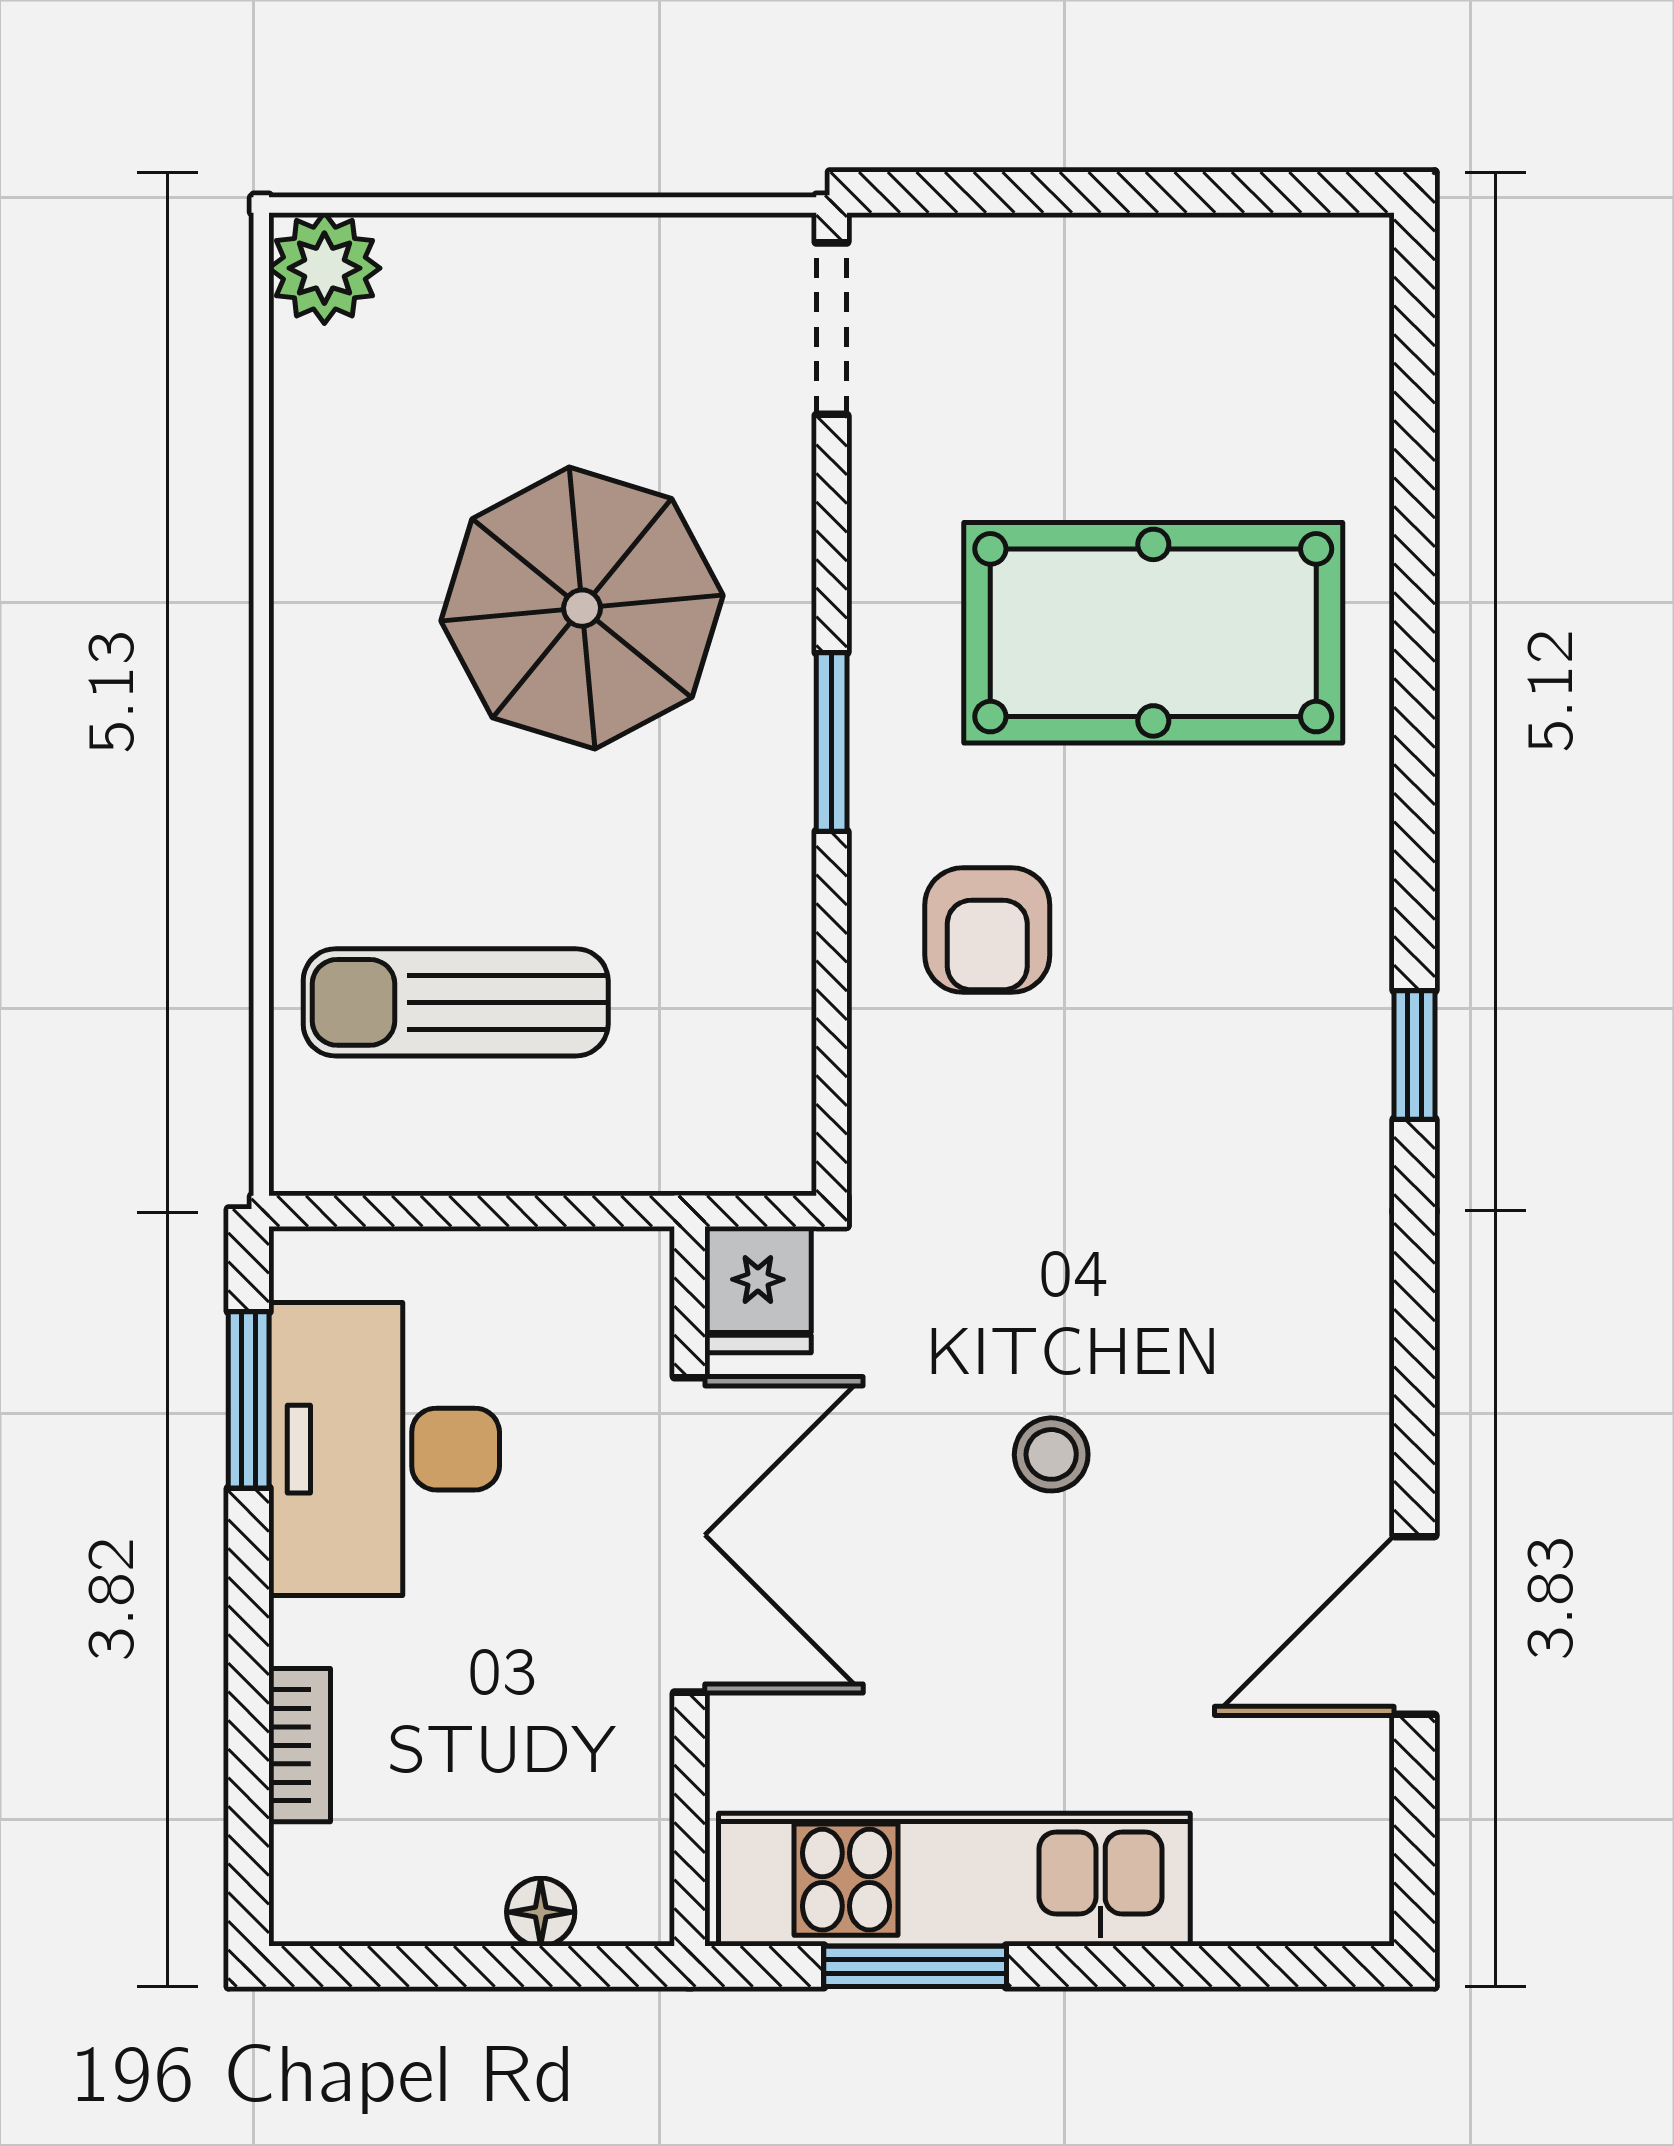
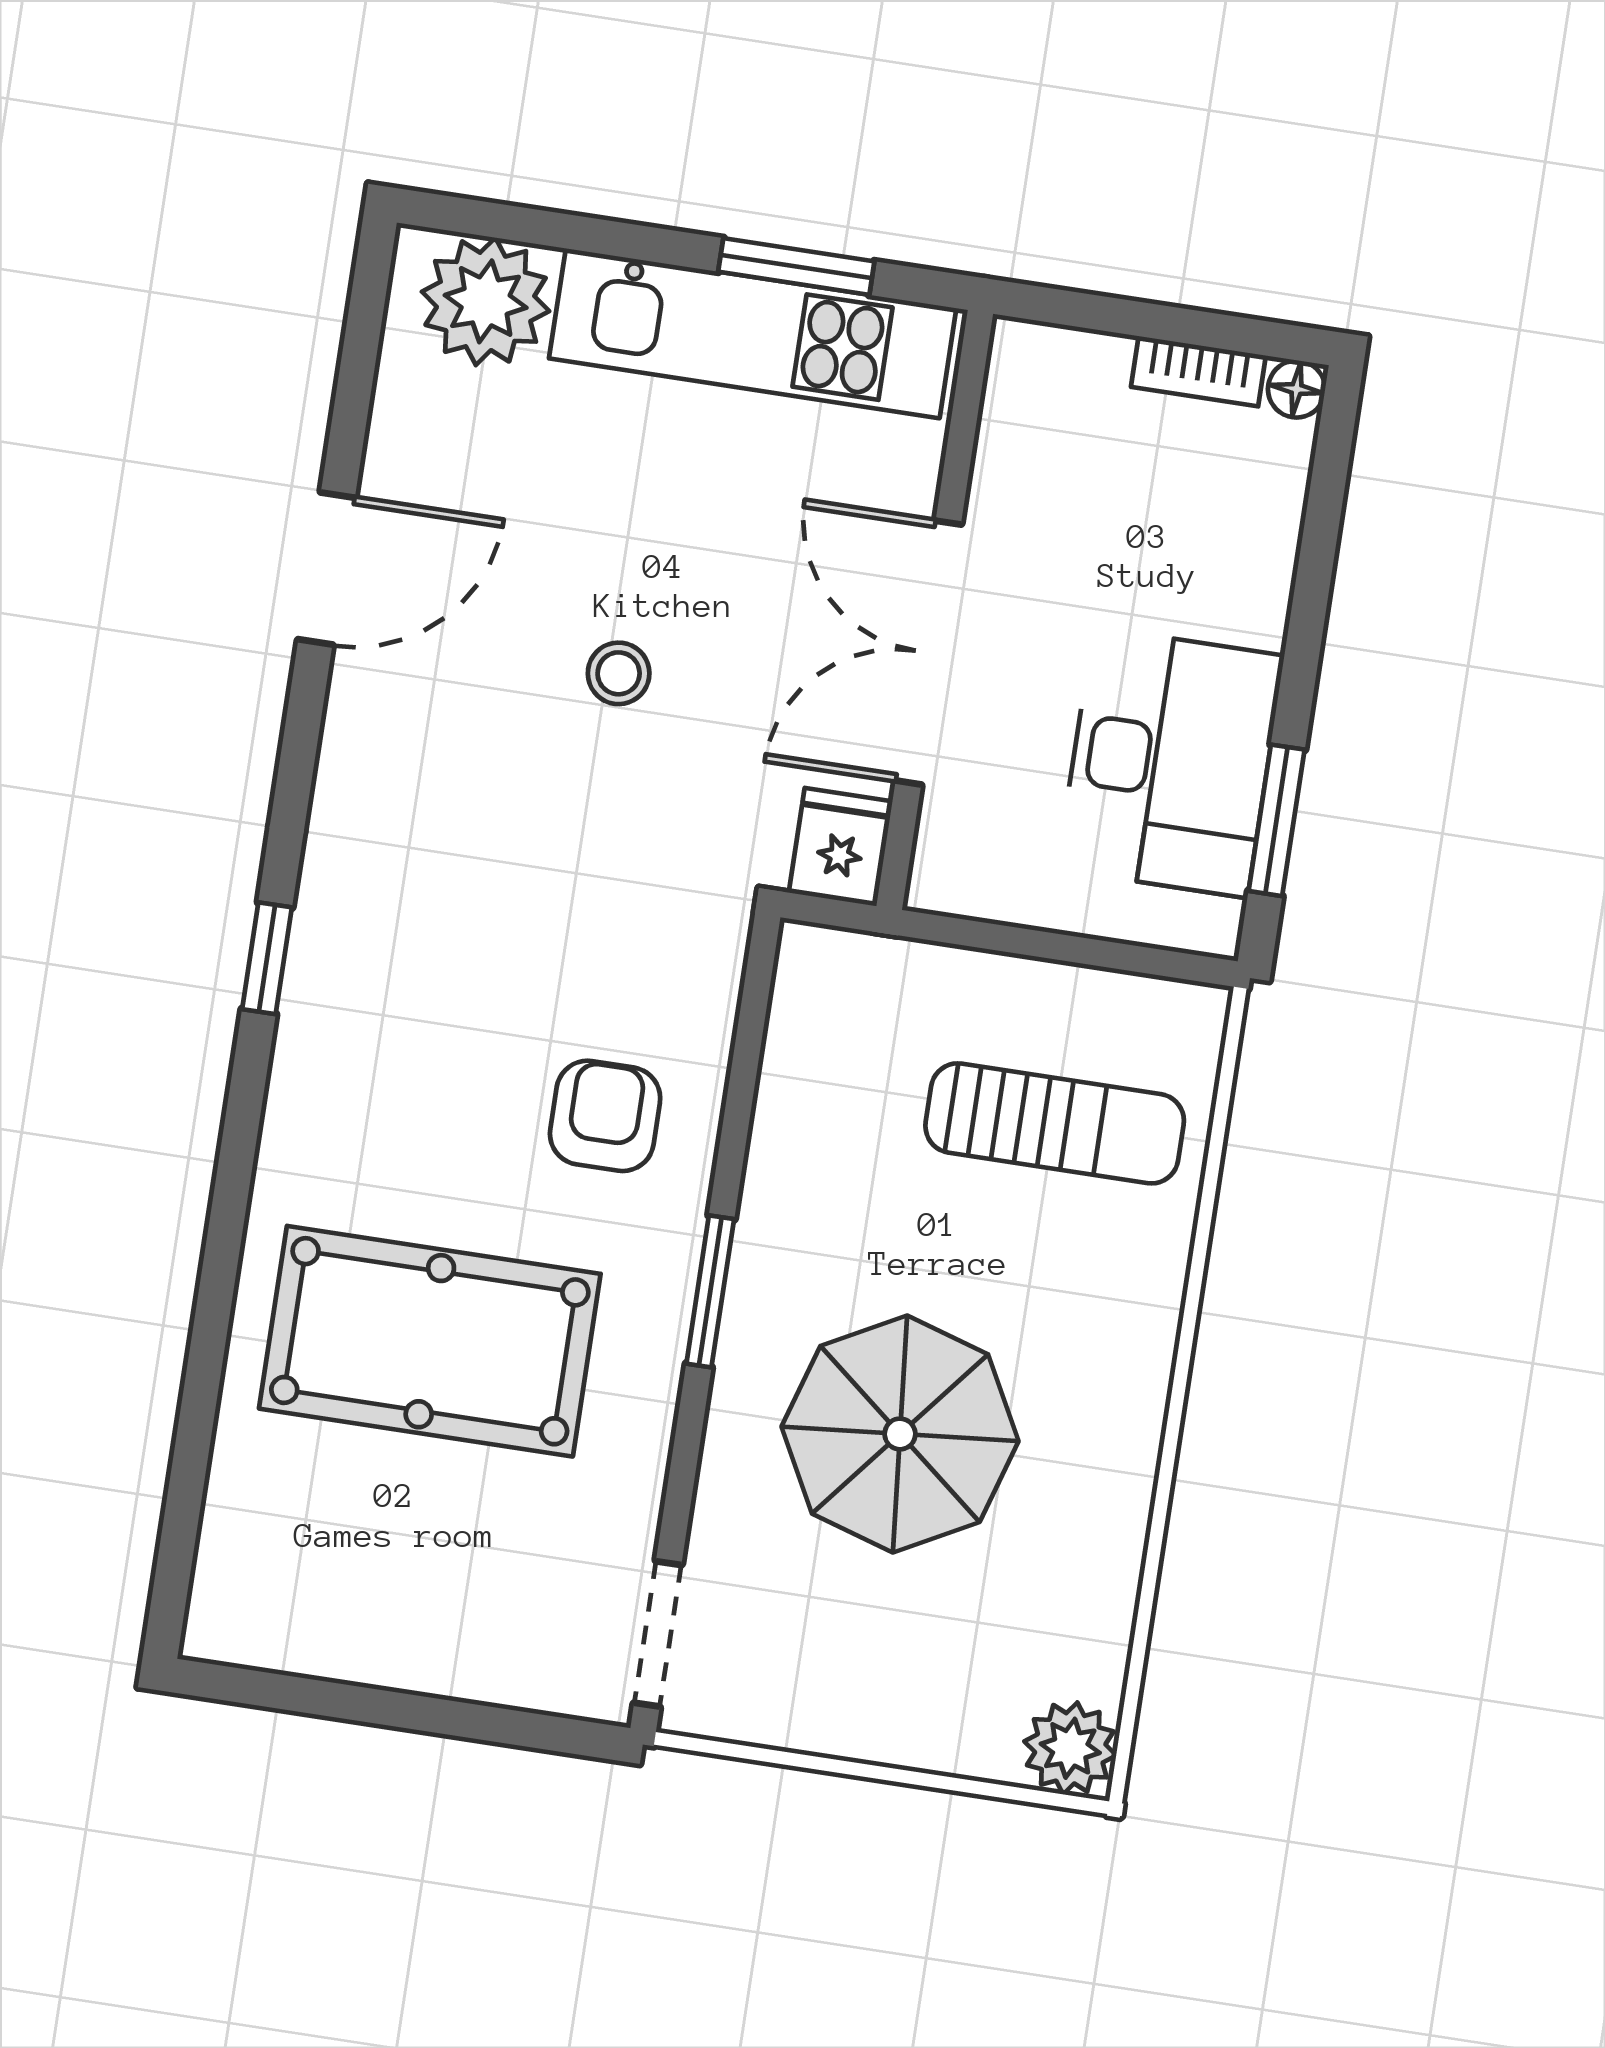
door: (1414, 1625) -> (327, 569), moved
bookcase: (300, 1745) -> (1198, 371), moved, turned -90
plant: (1275, 1869) -> (486, 301), added
floor lamp: (541, 1912) -> (1296, 389), moved

